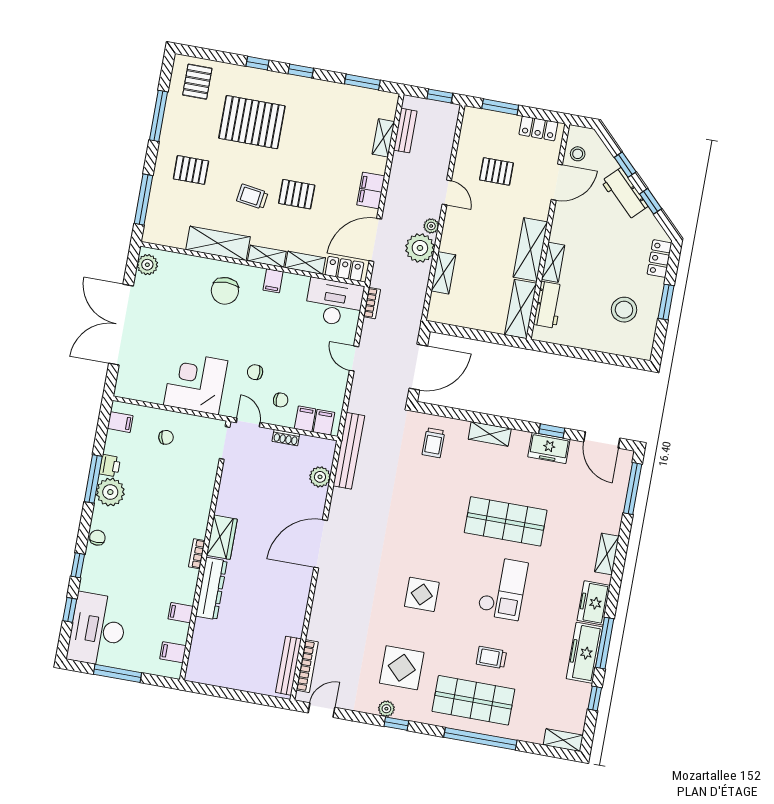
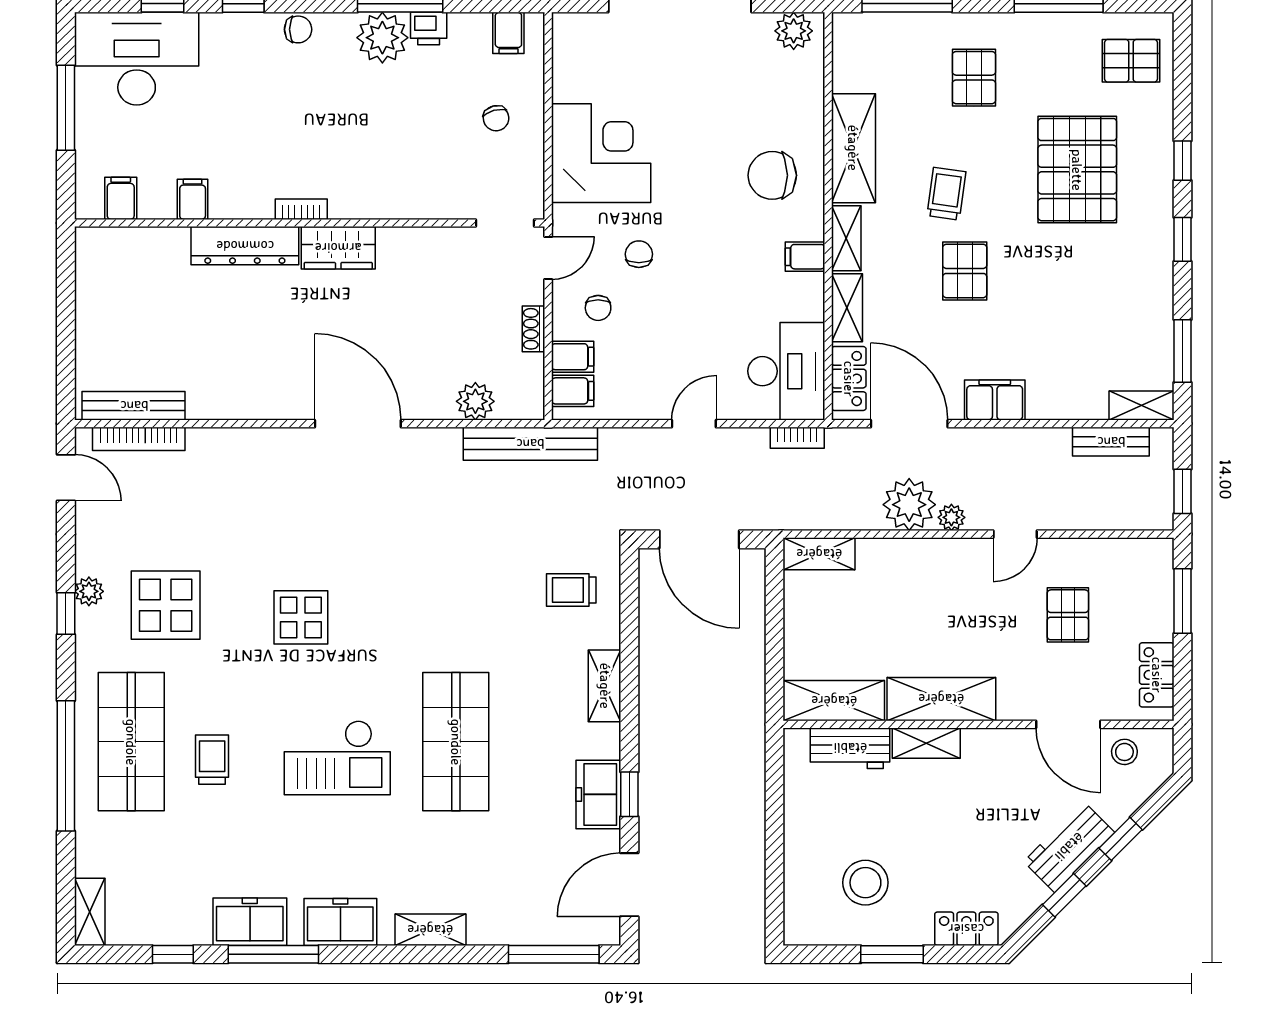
shelving: (383, 138) -> (1141, 405), moved
shelving: (443, 273) -> (819, 554), moved
freezer: (584, 653) -> (250, 922), width x0.71

